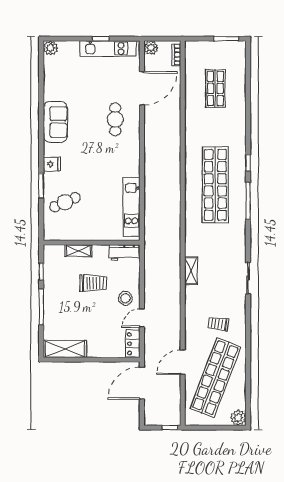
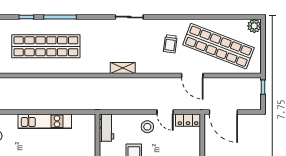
kitchen unit: (131, 207) -> (45, 121), moved
door: (183, 362) -> (192, 75), moved

